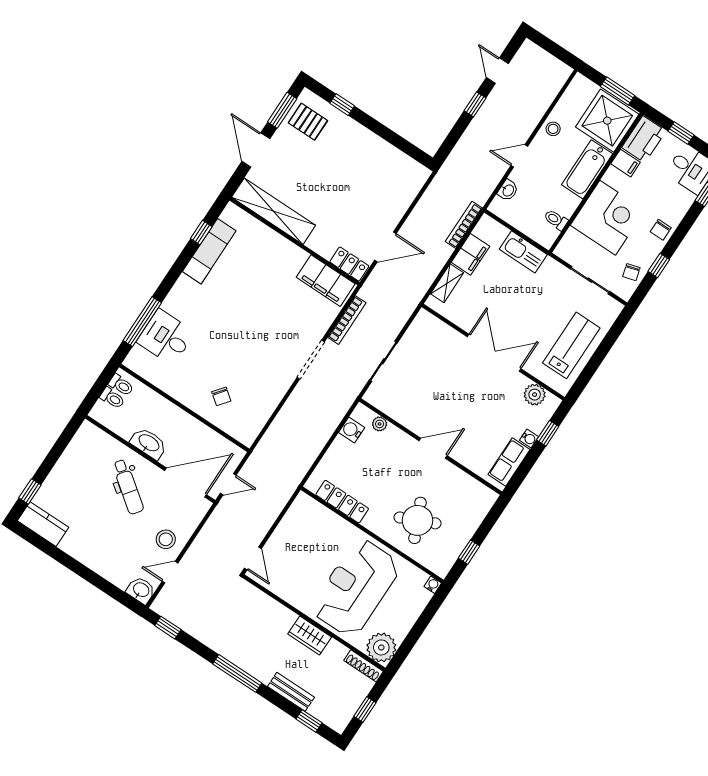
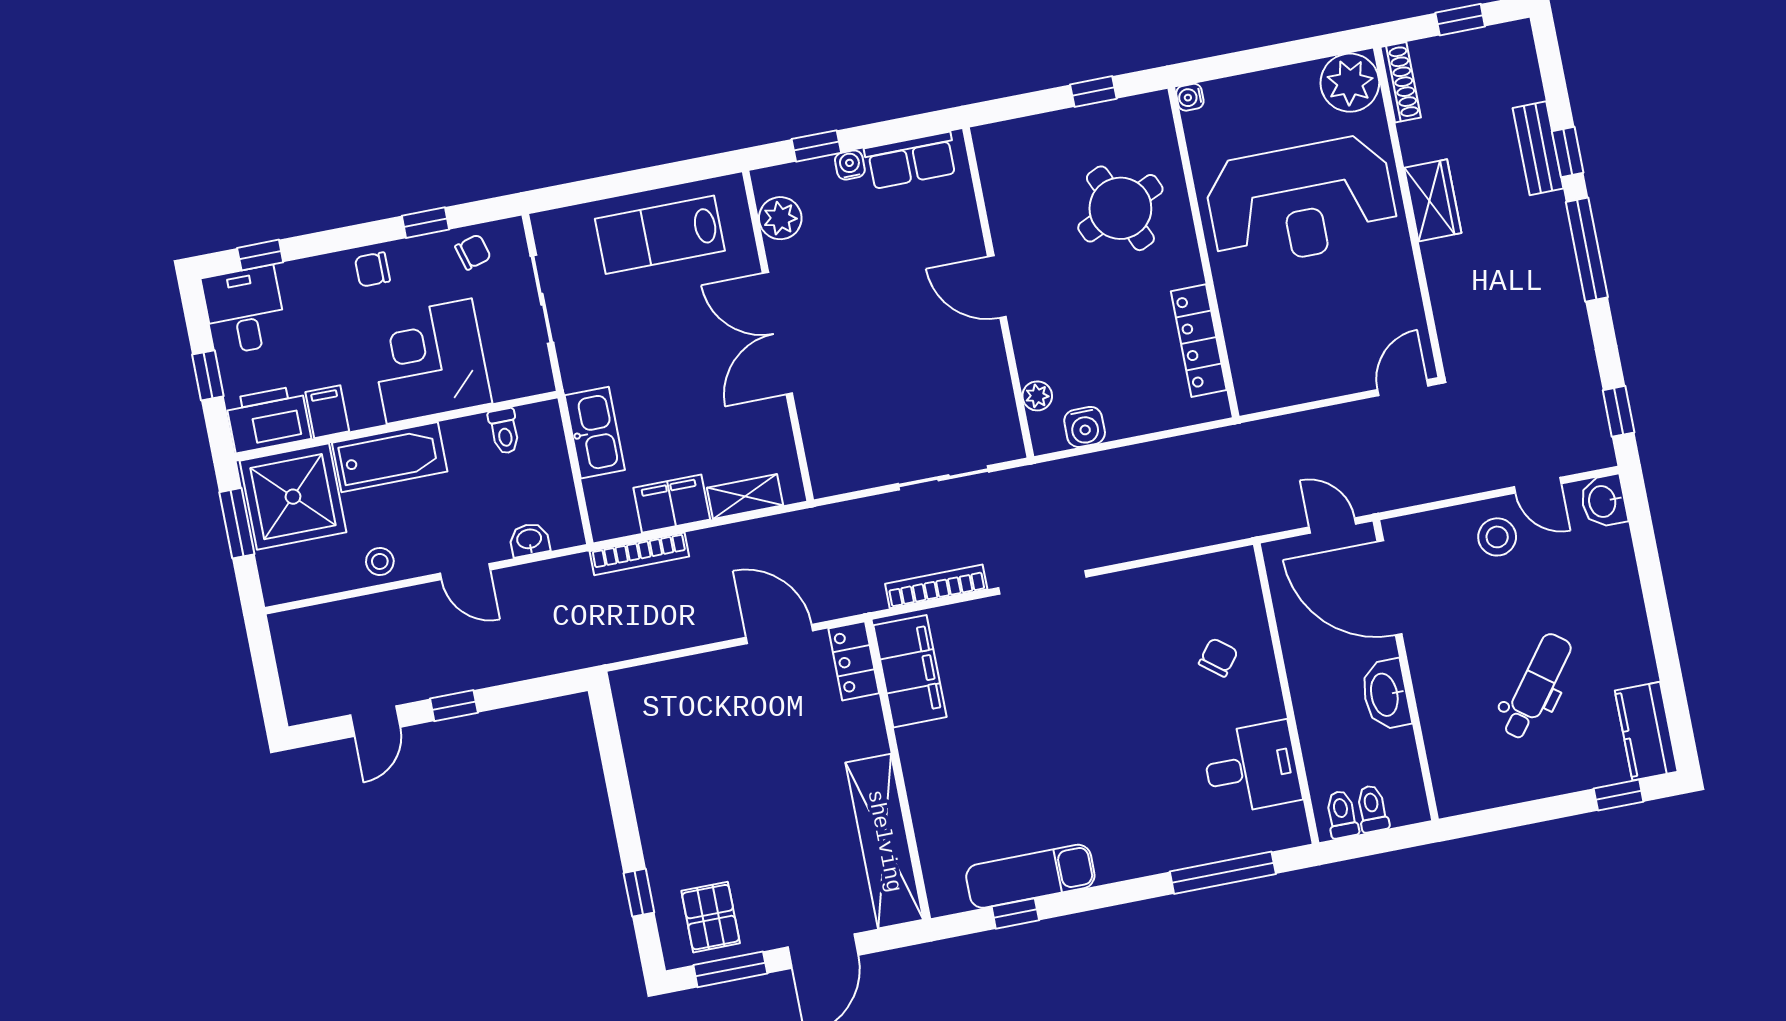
chair: (661, 230) -> (372, 269), turned 180
desk: (166, 337) -> (1252, 768), moved, turned -90
dental chair: (128, 487) -> (1536, 686), moved
window: (309, 721) -> (1568, 152), moved

